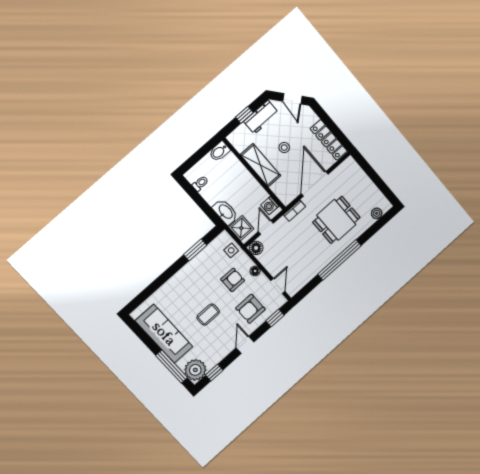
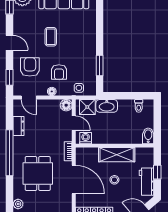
dresser: (310, 273) -> (19, 126), added

